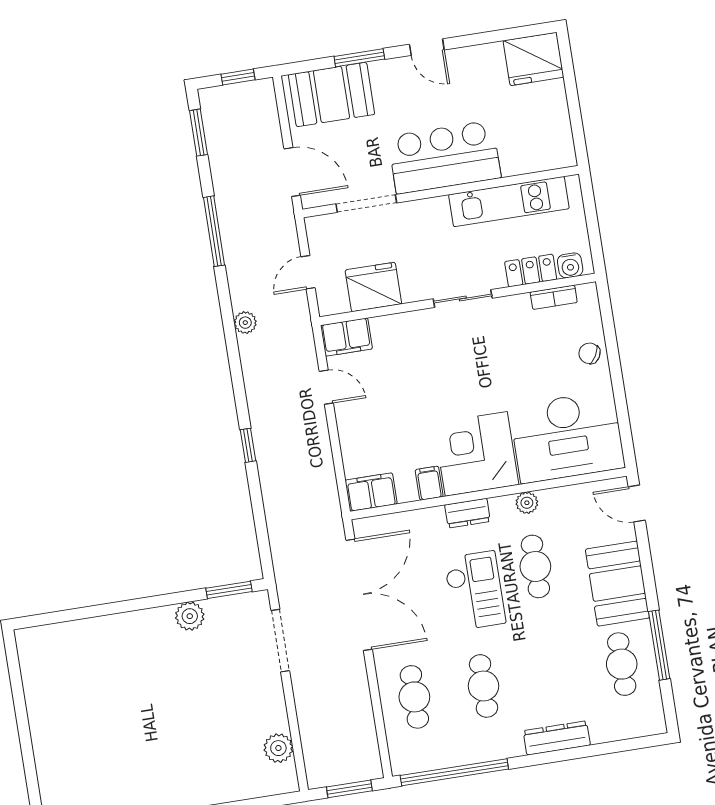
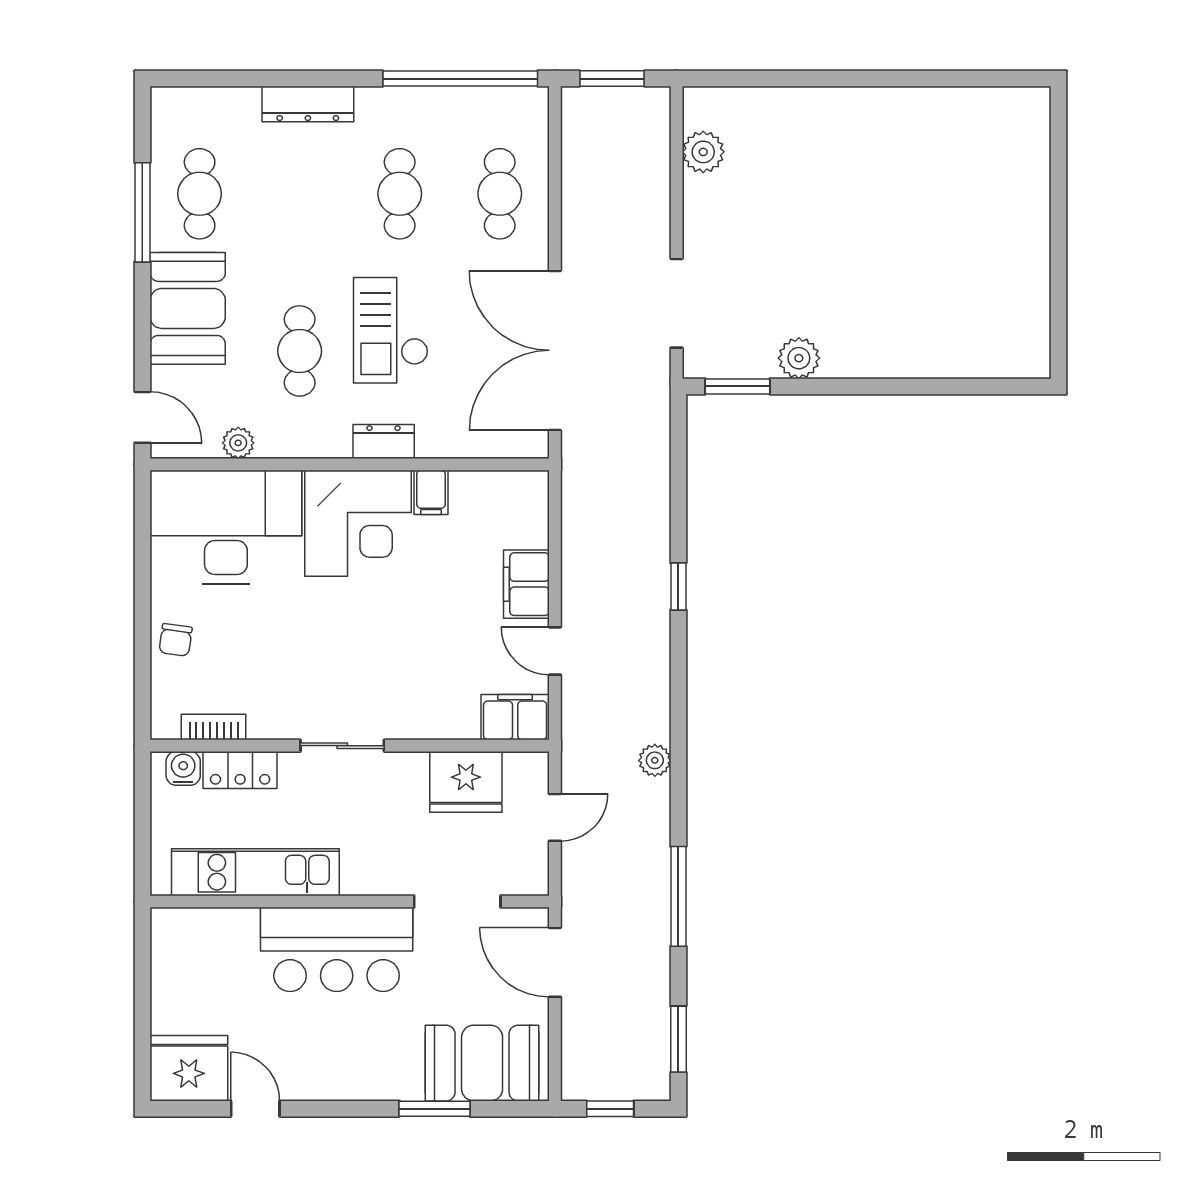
door: (427, 47) -> (255, 1109), moved
chair: (589, 353) -> (176, 640), turned 68
filing cabinet: (371, 492) -> (526, 584), moved, turned 90
plant: (527, 503) -> (238, 443), moved

